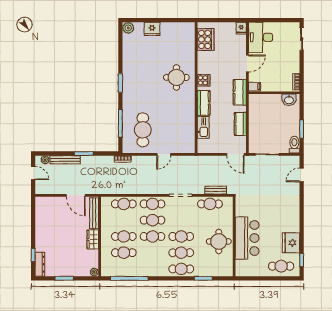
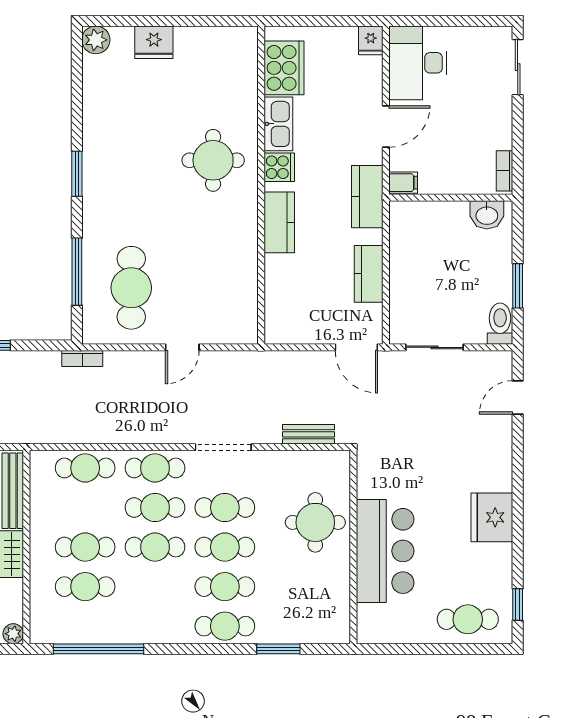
kitchen sink: (203, 127) -> (278, 124), moved
cafe table: (210, 204) -> (225, 507), moved
round table: (219, 241) -> (315, 522), moved
fridge: (291, 243) -> (492, 517), moved

